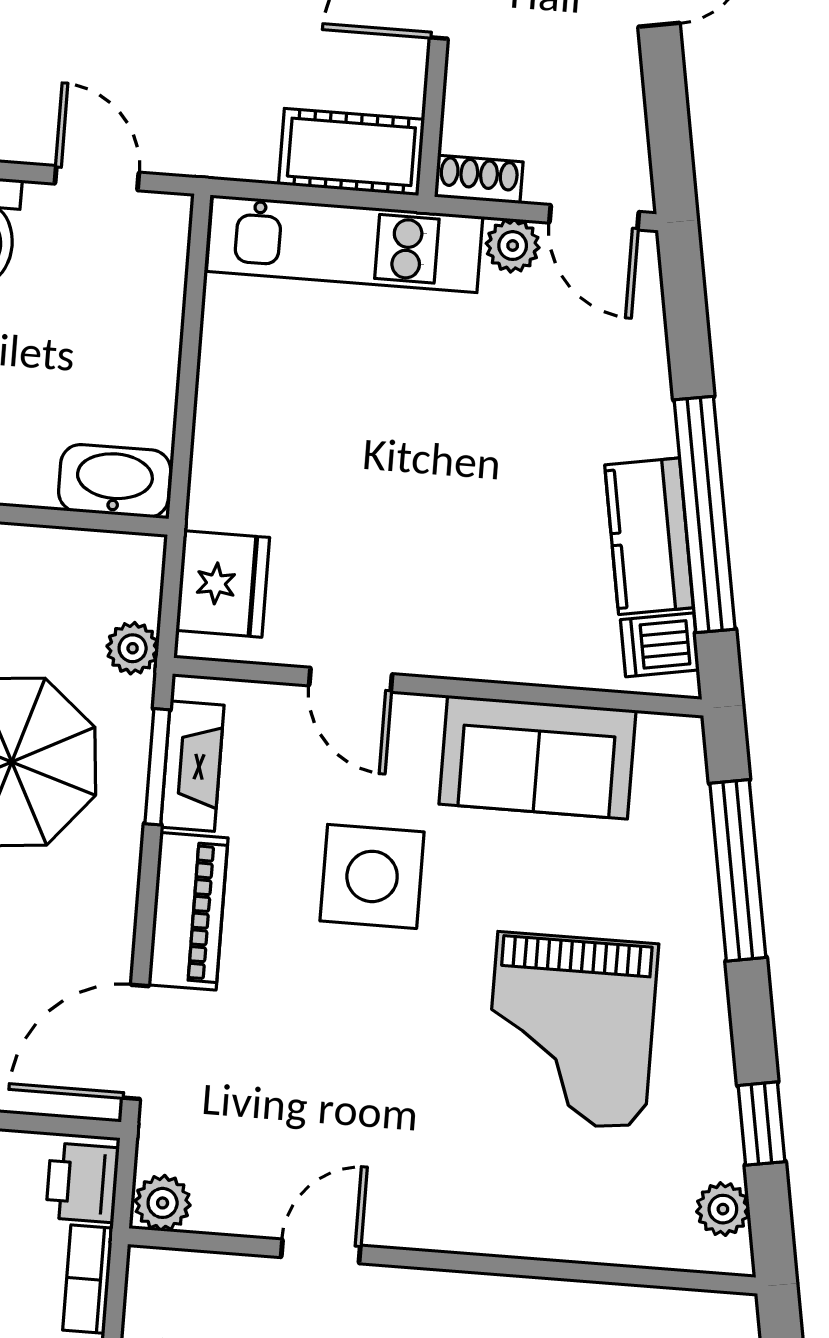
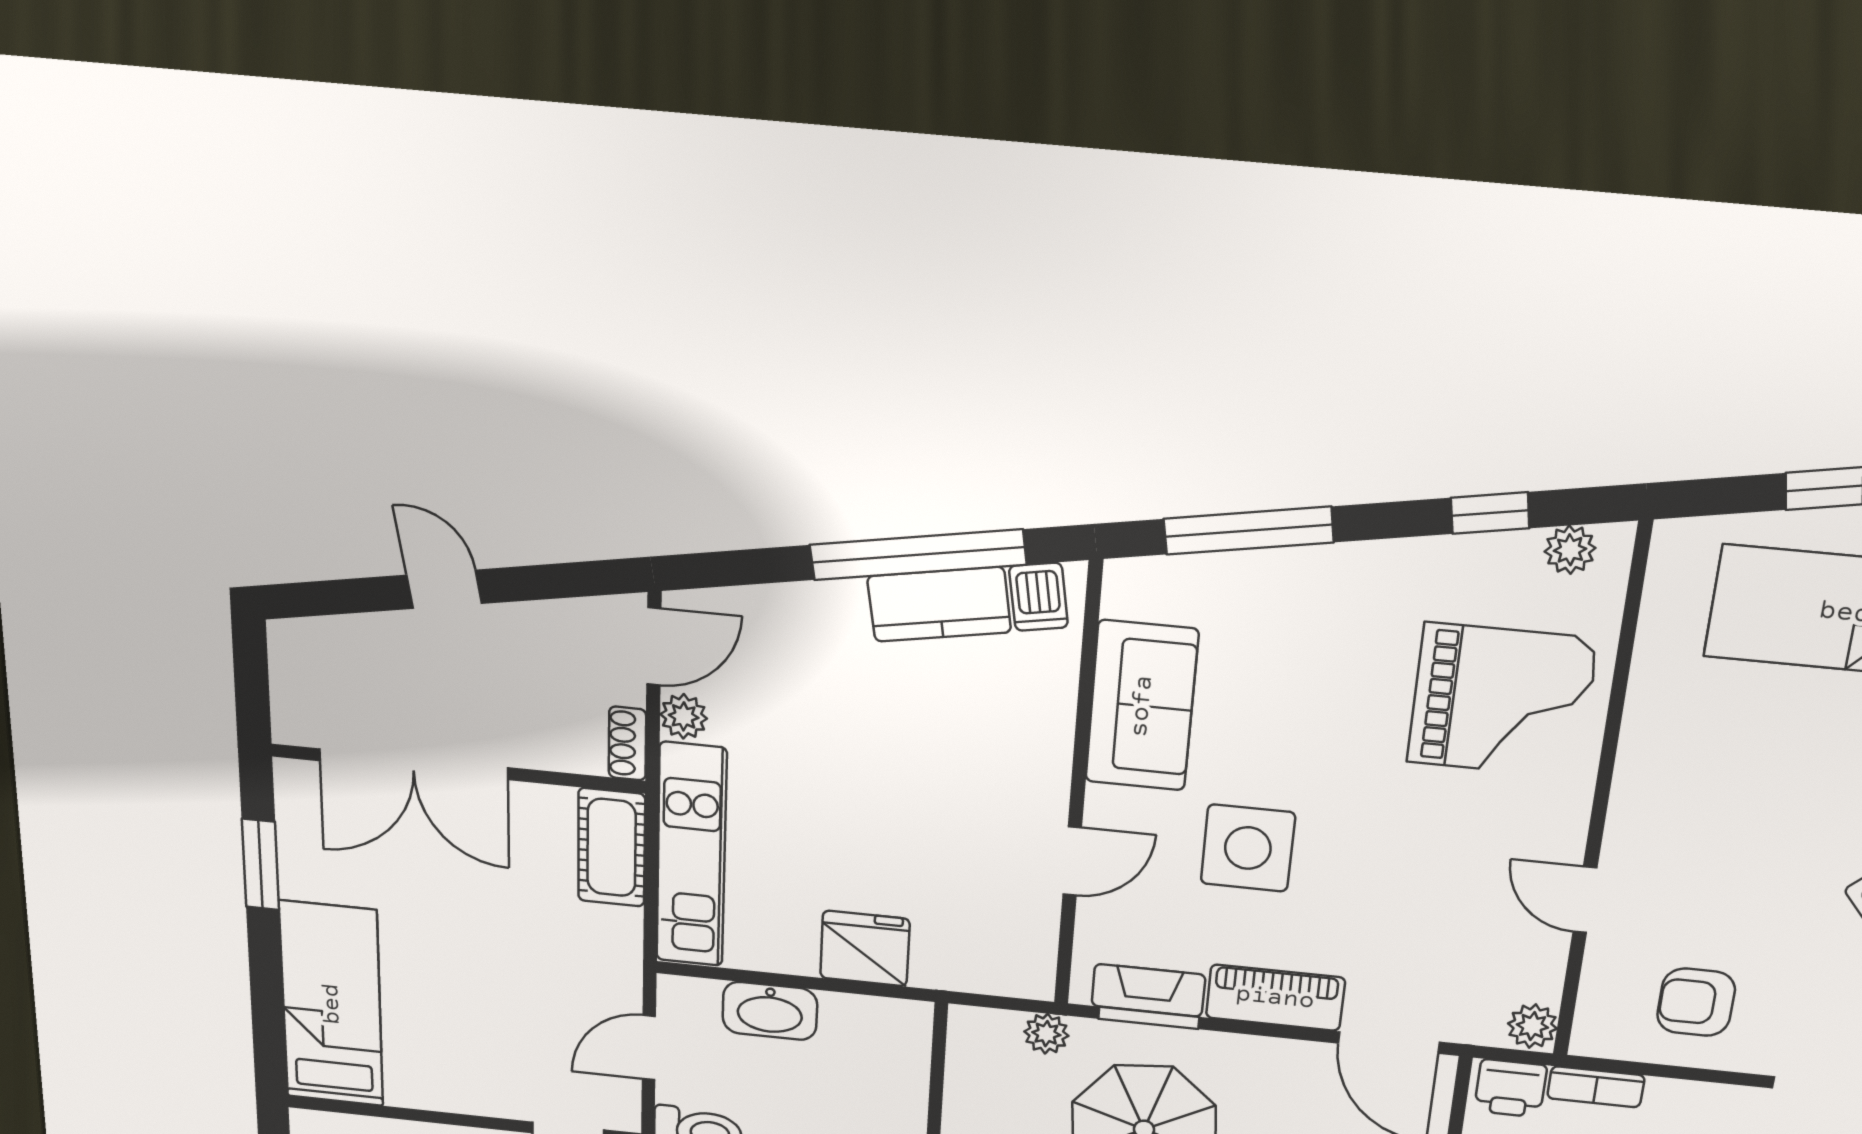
washbasin: (115, 481) -> (770, 1011), moved, turned -90
fridge: (223, 584) -> (865, 948), moved
grand piano: (571, 1031) -> (1502, 701), moved

